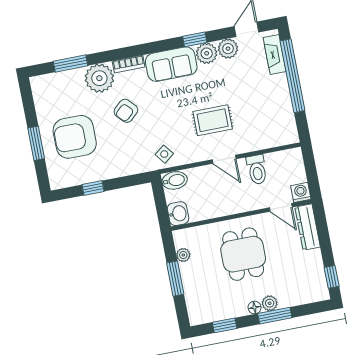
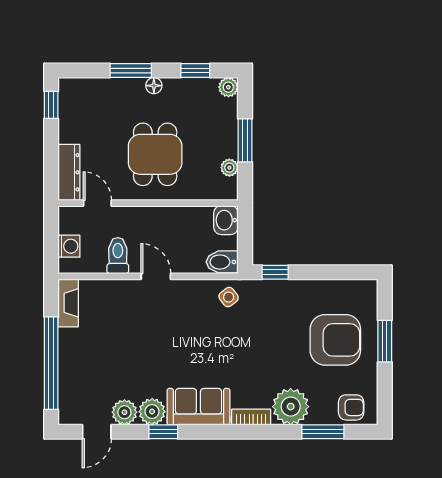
fireplace: (275, 54) -> (68, 303), moved
armchair: (126, 111) -> (351, 407), moved, turned 43
rug: (213, 120) -> (161, 327), removed
window: (93, 188) -> (275, 272), moved
washing machine: (301, 192) -> (69, 246), moved, turned -90
plant: (270, 303) -> (228, 87), moved

